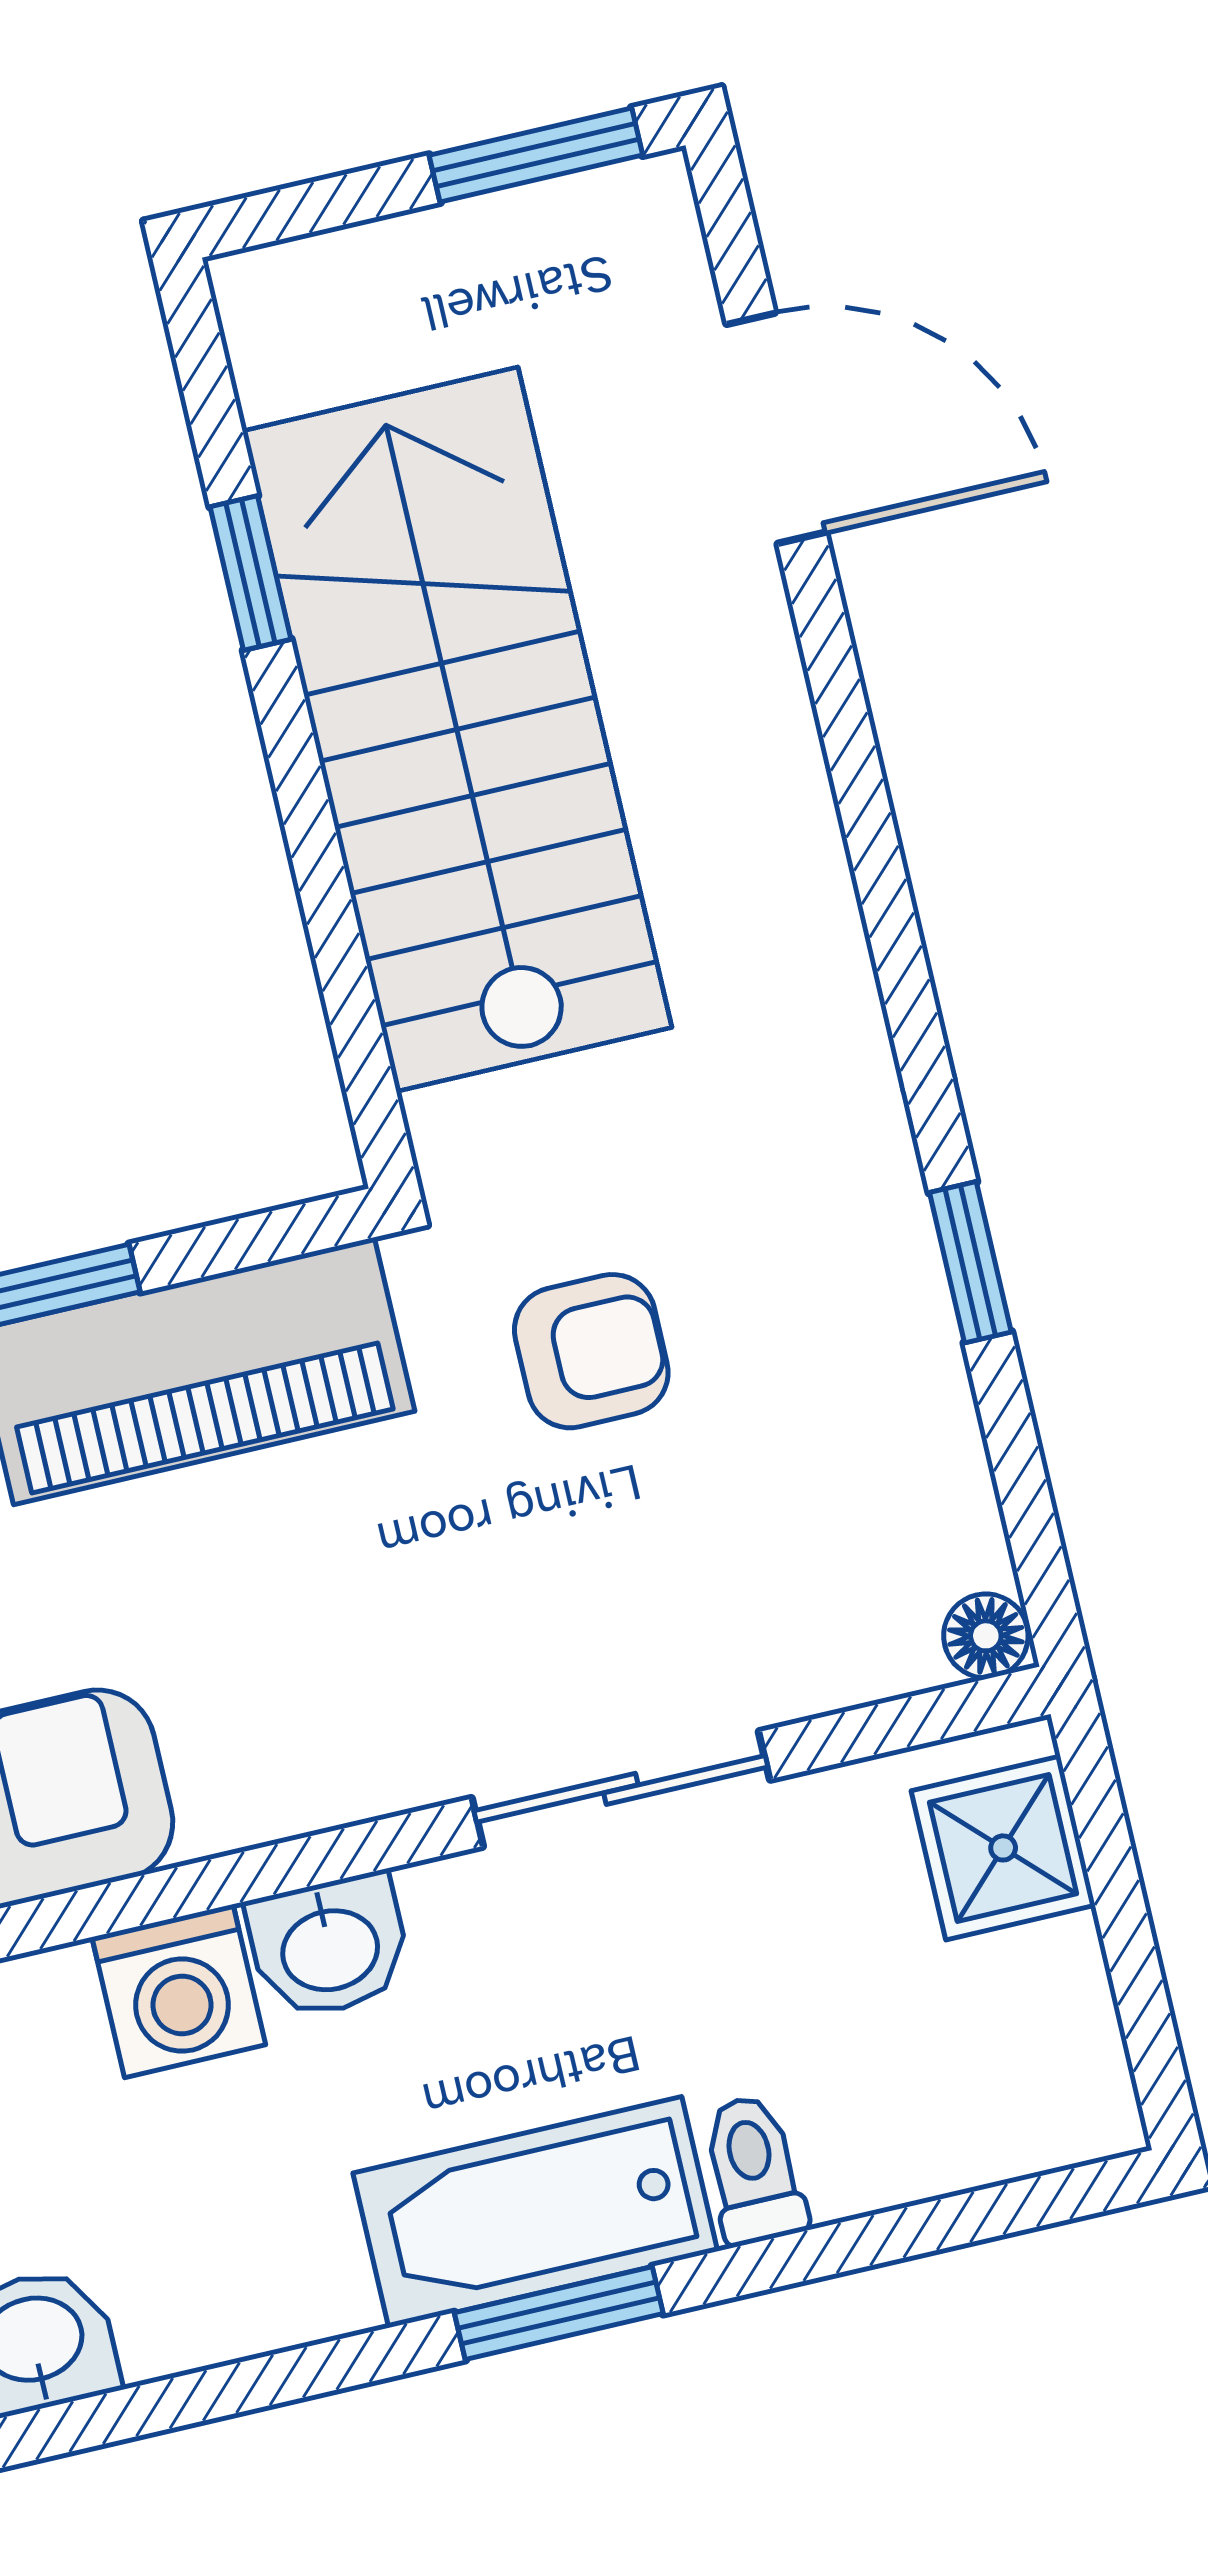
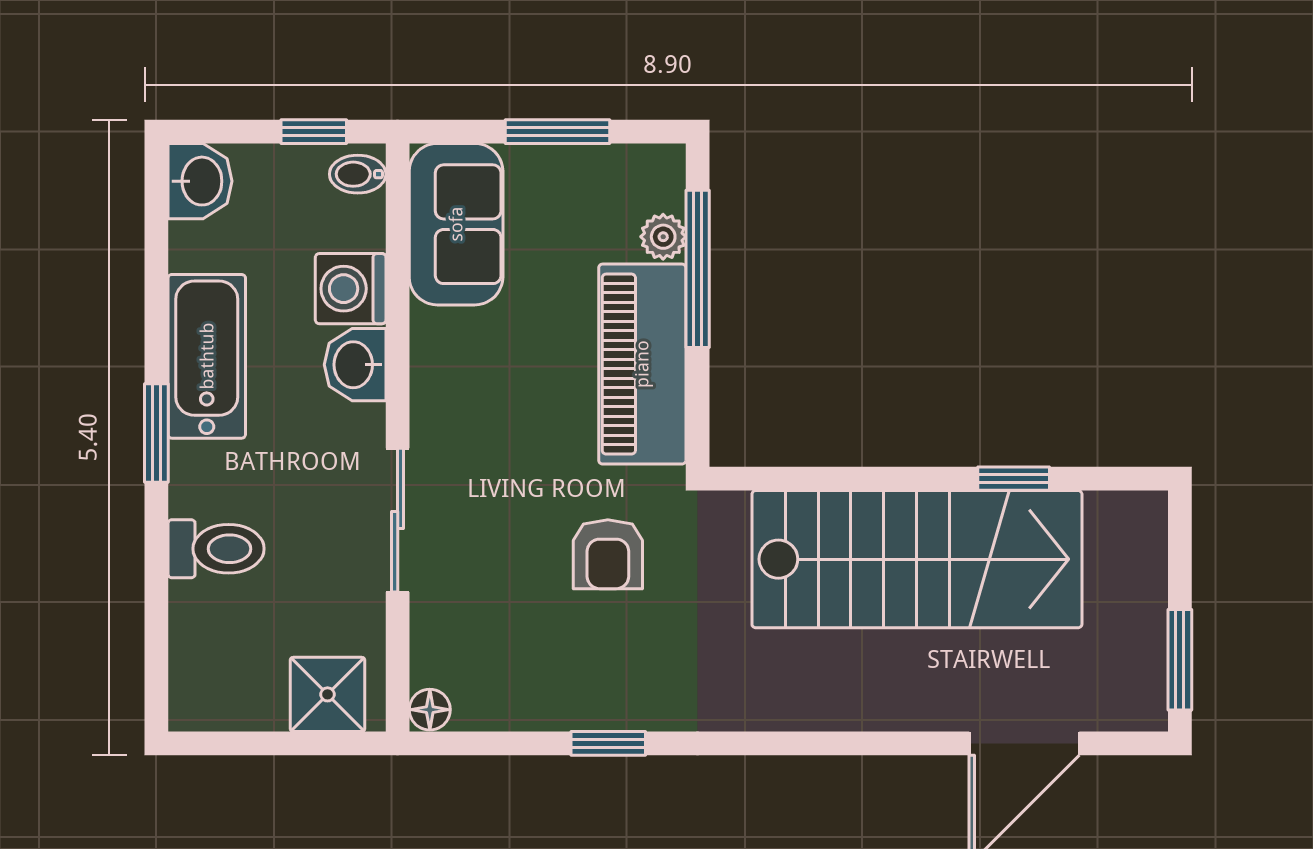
toilet: (754, 2170) -> (216, 549), width x1.37, depth x1.39
bathtub: (535, 2212) -> (207, 356), moved

